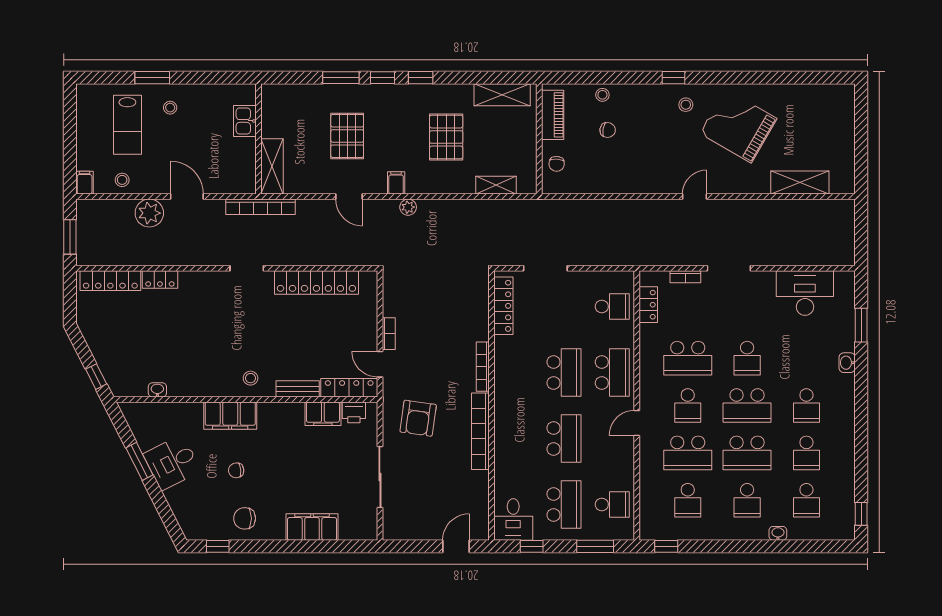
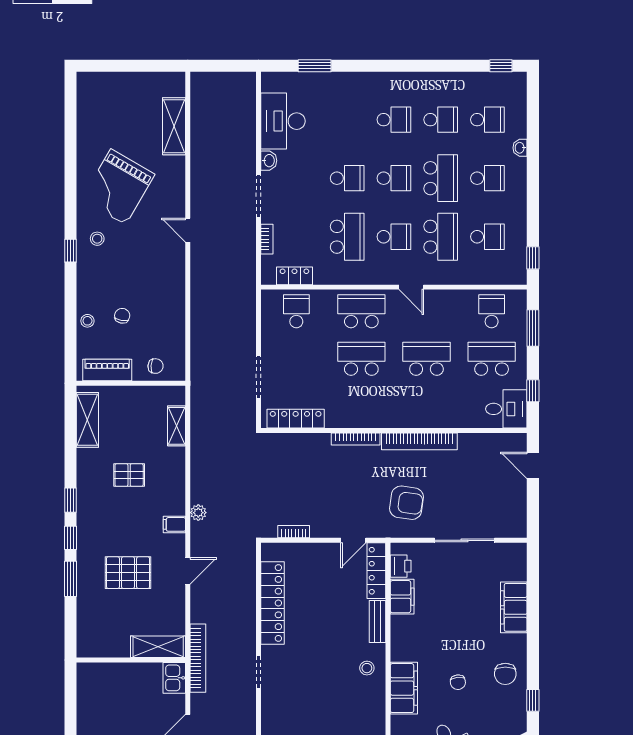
kitchen sink: (245, 121) -> (174, 678), moved, turned 90
pallet: (446, 137) -> (129, 475), width x0.67, depth x0.71
bookcase: (389, 334) -> (294, 532), moved
washbasin: (847, 363) -> (269, 161), moved, turned -90
school desk: (747, 406) -> (394, 178), width x0.54

